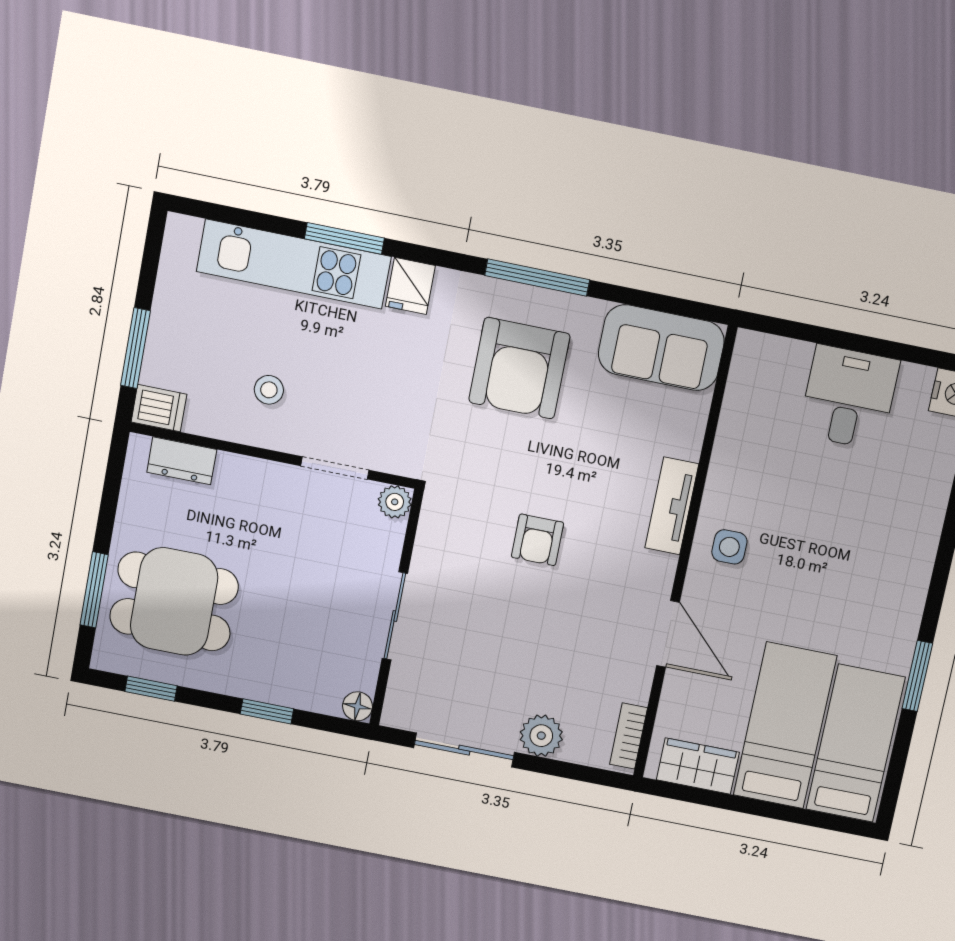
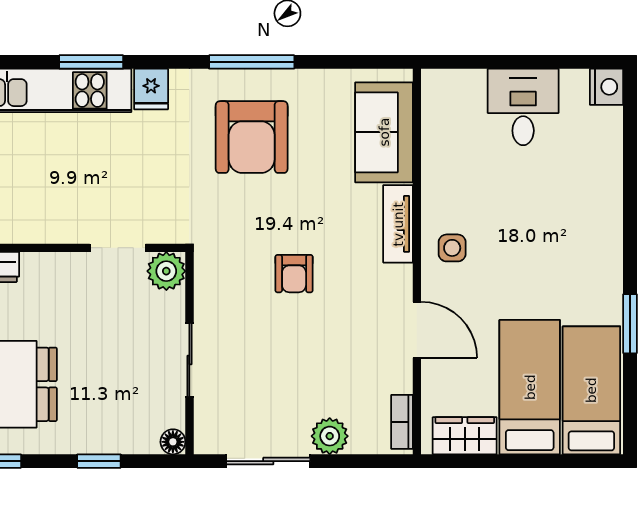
sofa: (661, 348) -> (384, 132), moved, turned 90
stool: (269, 390) -> (53, 195), removed
plant: (395, 502) -> (166, 271), width x1.38, depth x1.38

